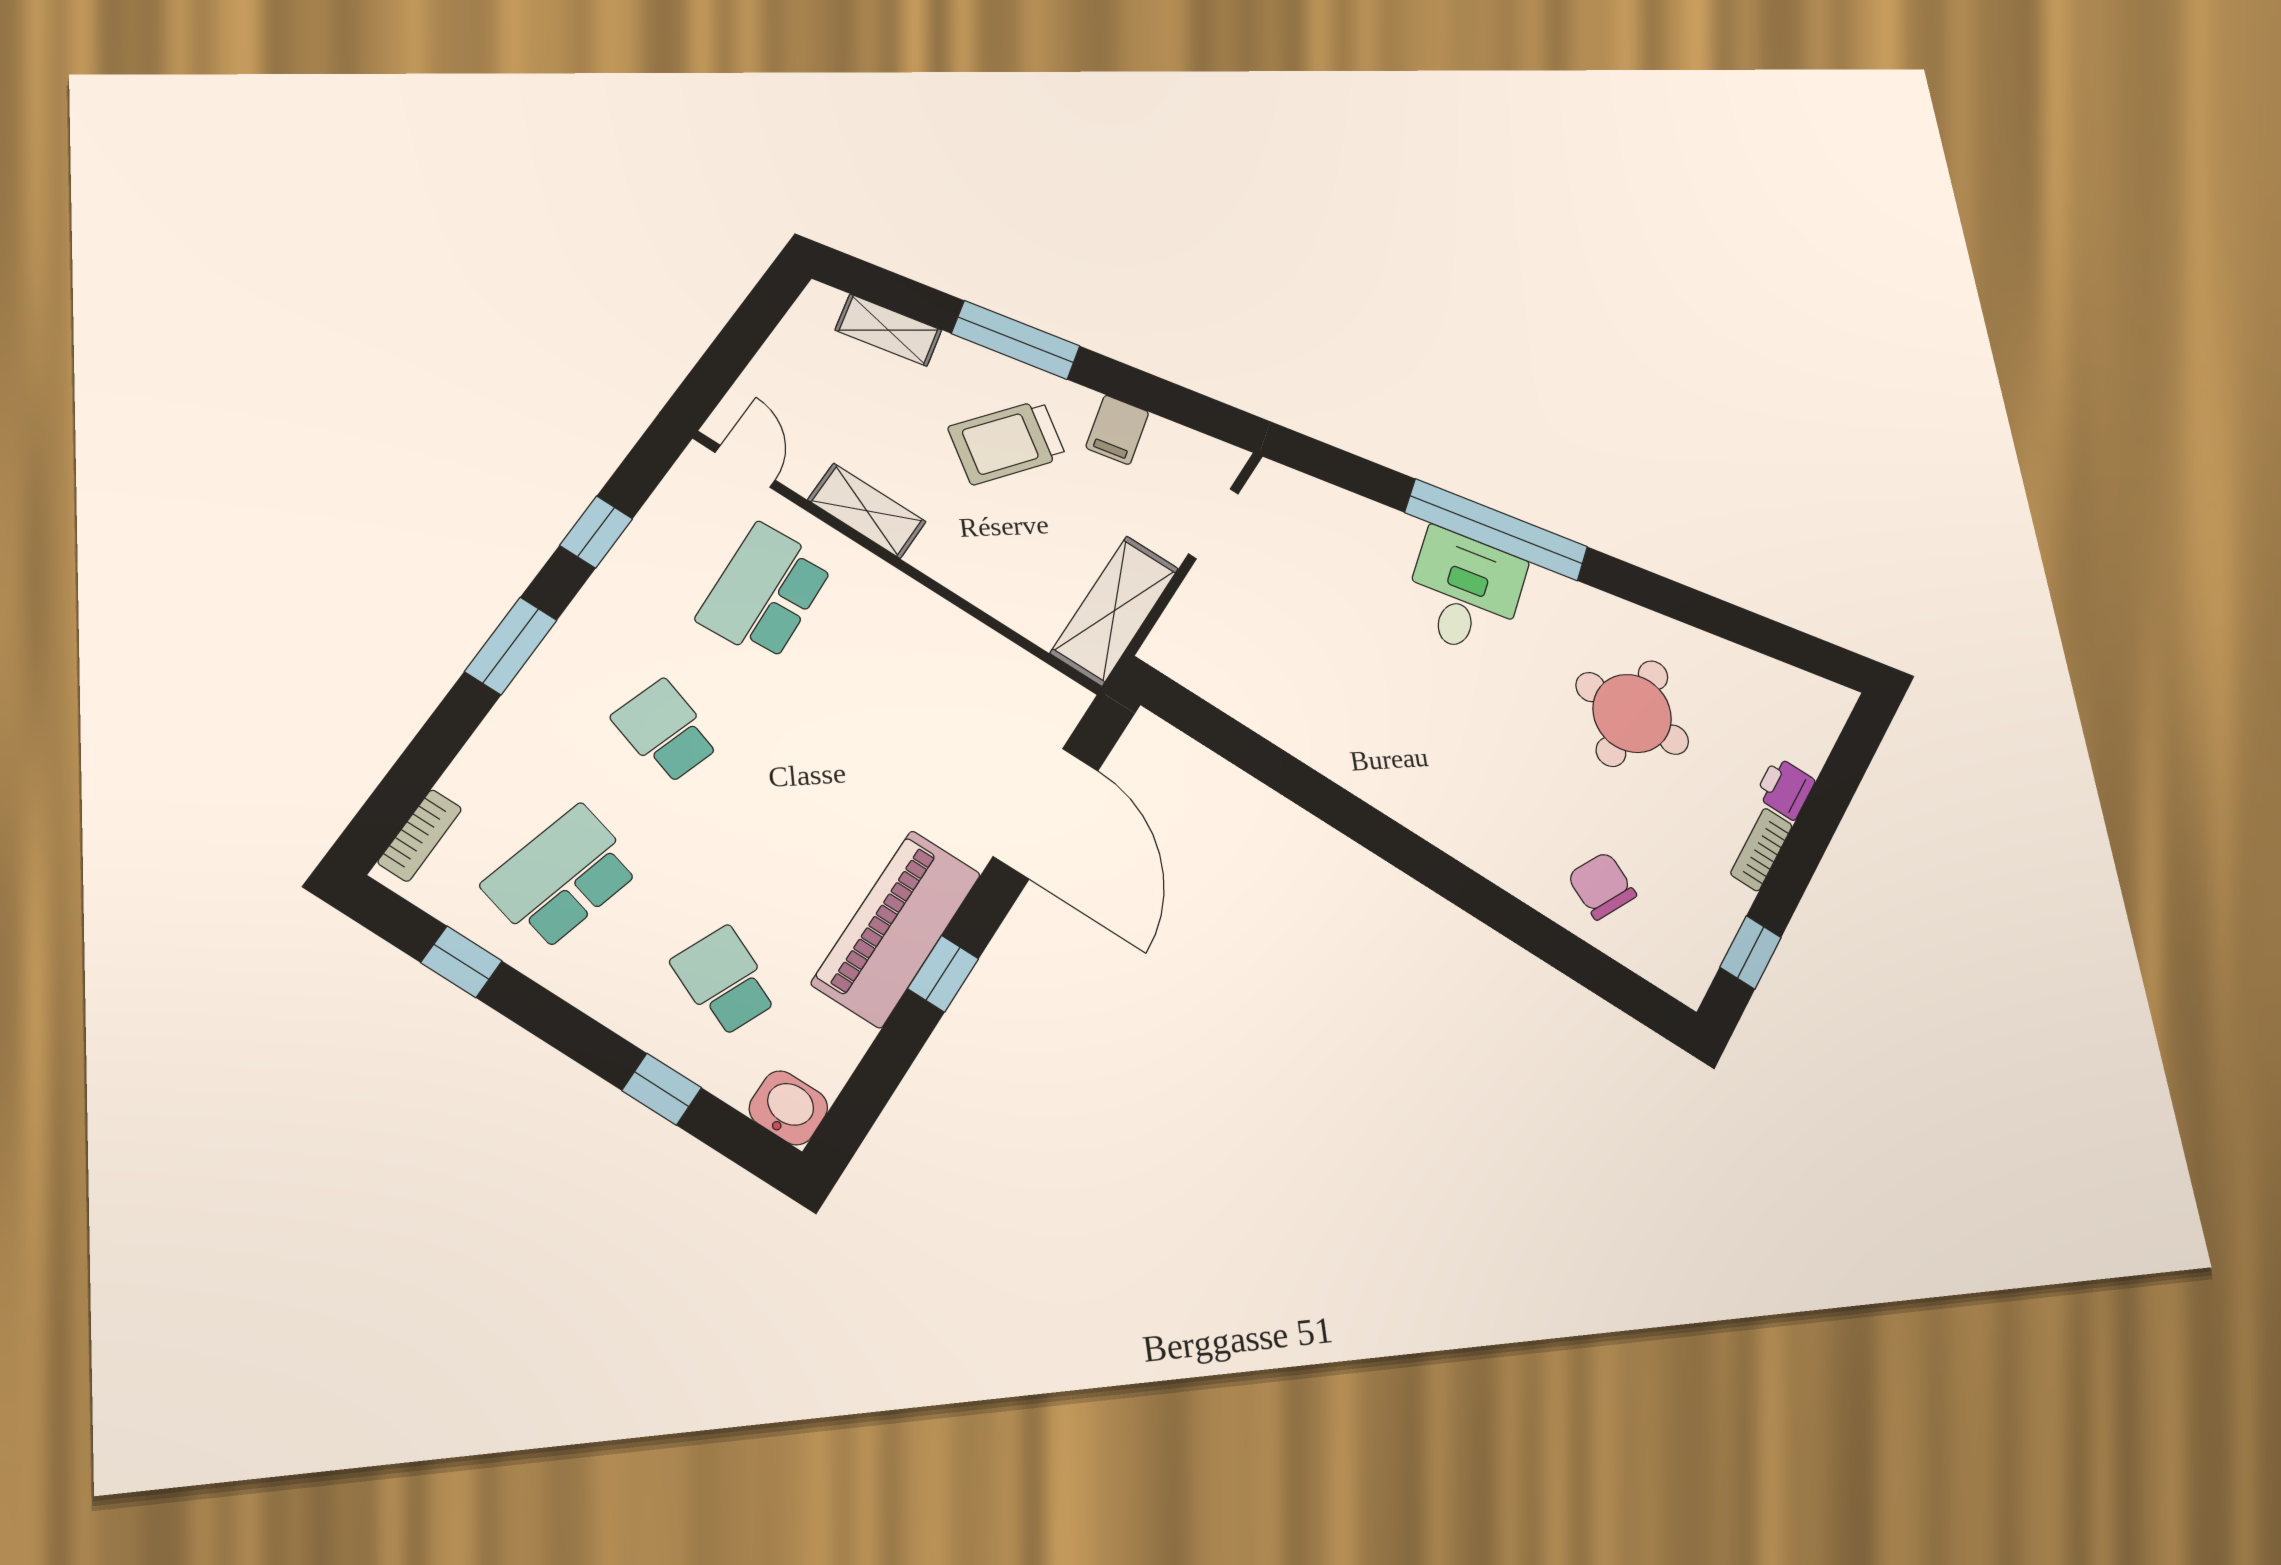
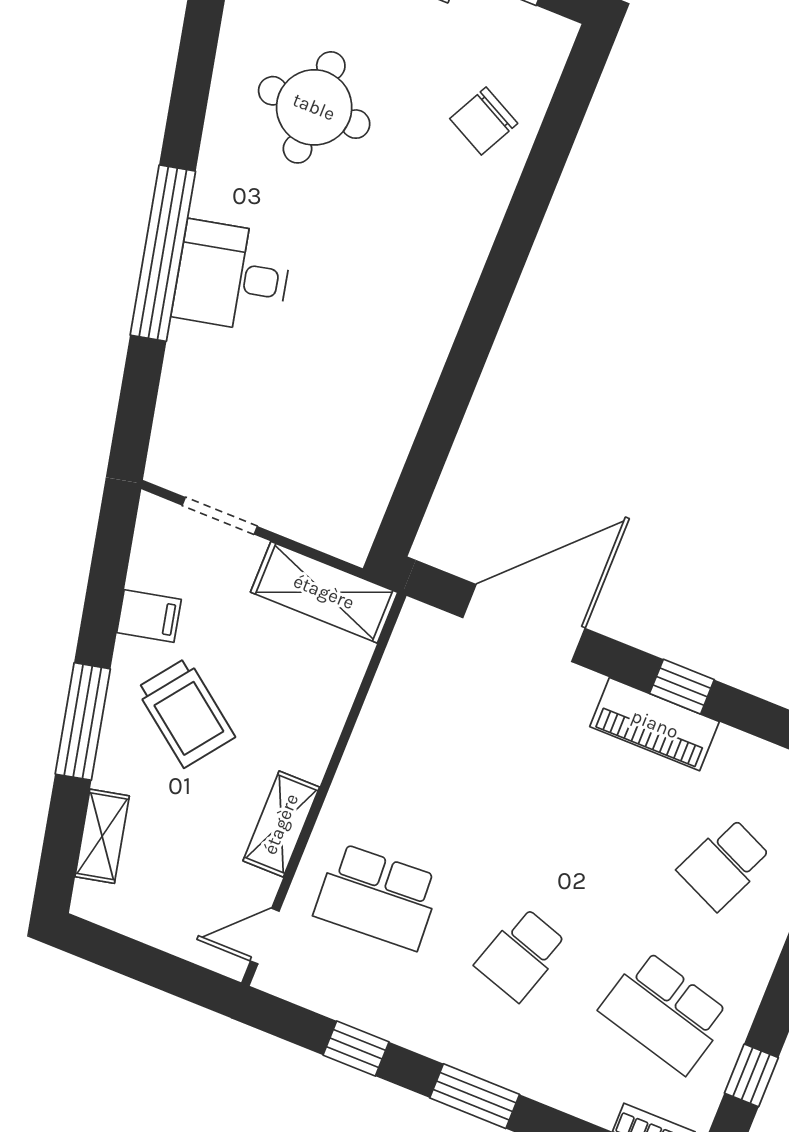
piano: (896, 929) -> (655, 724), width x0.73, depth x0.75

